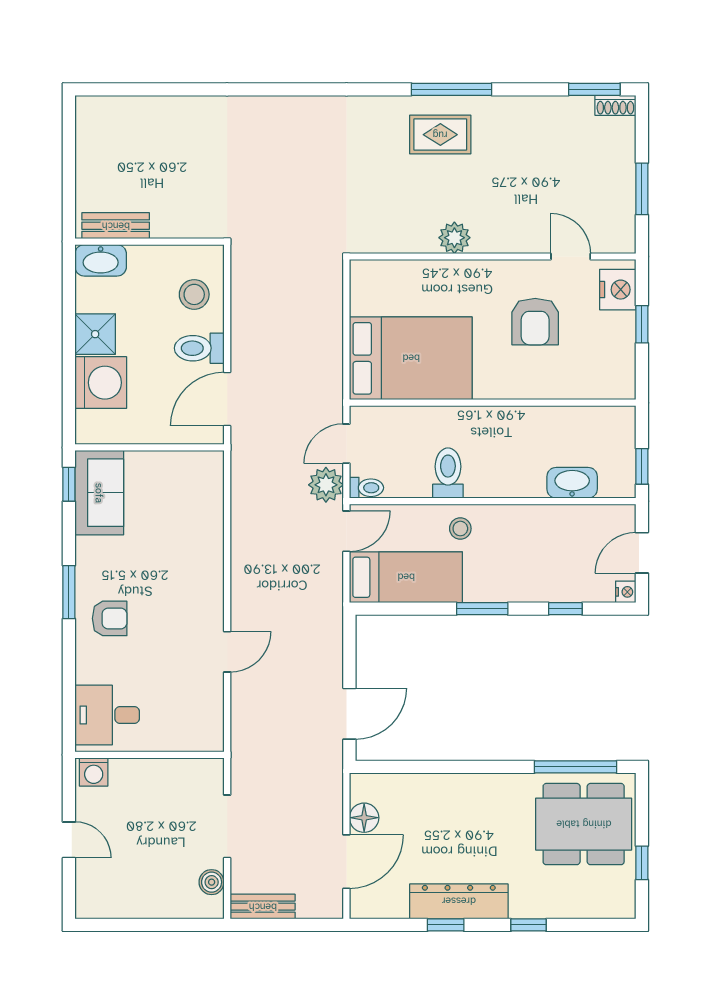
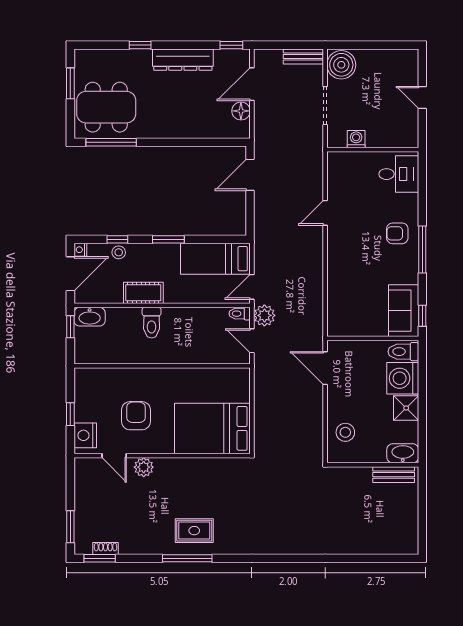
shoe rack: (615, 105) -> (106, 549), moved
window: (642, 189) -> (70, 527), moved
plant: (454, 238) -> (144, 467), moved
toilet: (199, 348) -> (403, 352), moved, turned 180
bed: (411, 358) -> (212, 428), moved
door: (227, 399) -> (325, 368), swing flipped
door: (346, 444) -> (252, 341), swing flipped
toilet: (448, 473) -> (152, 323), moved
washbasin: (572, 483) -> (90, 317), moved
cot: (523, 522) -> (143, 293), added
stool: (460, 529) -> (119, 252), moved
door: (642, 553) -> (70, 274), width x1.38
window: (69, 592) -> (422, 250), width x1.44
washing machine: (94, 772) -> (356, 139), moved
window: (642, 863) -> (70, 83), width x1.50
boiler: (212, 882) -> (341, 65), width x1.86, depth x1.86
window: (446, 925) -> (231, 45), moved

